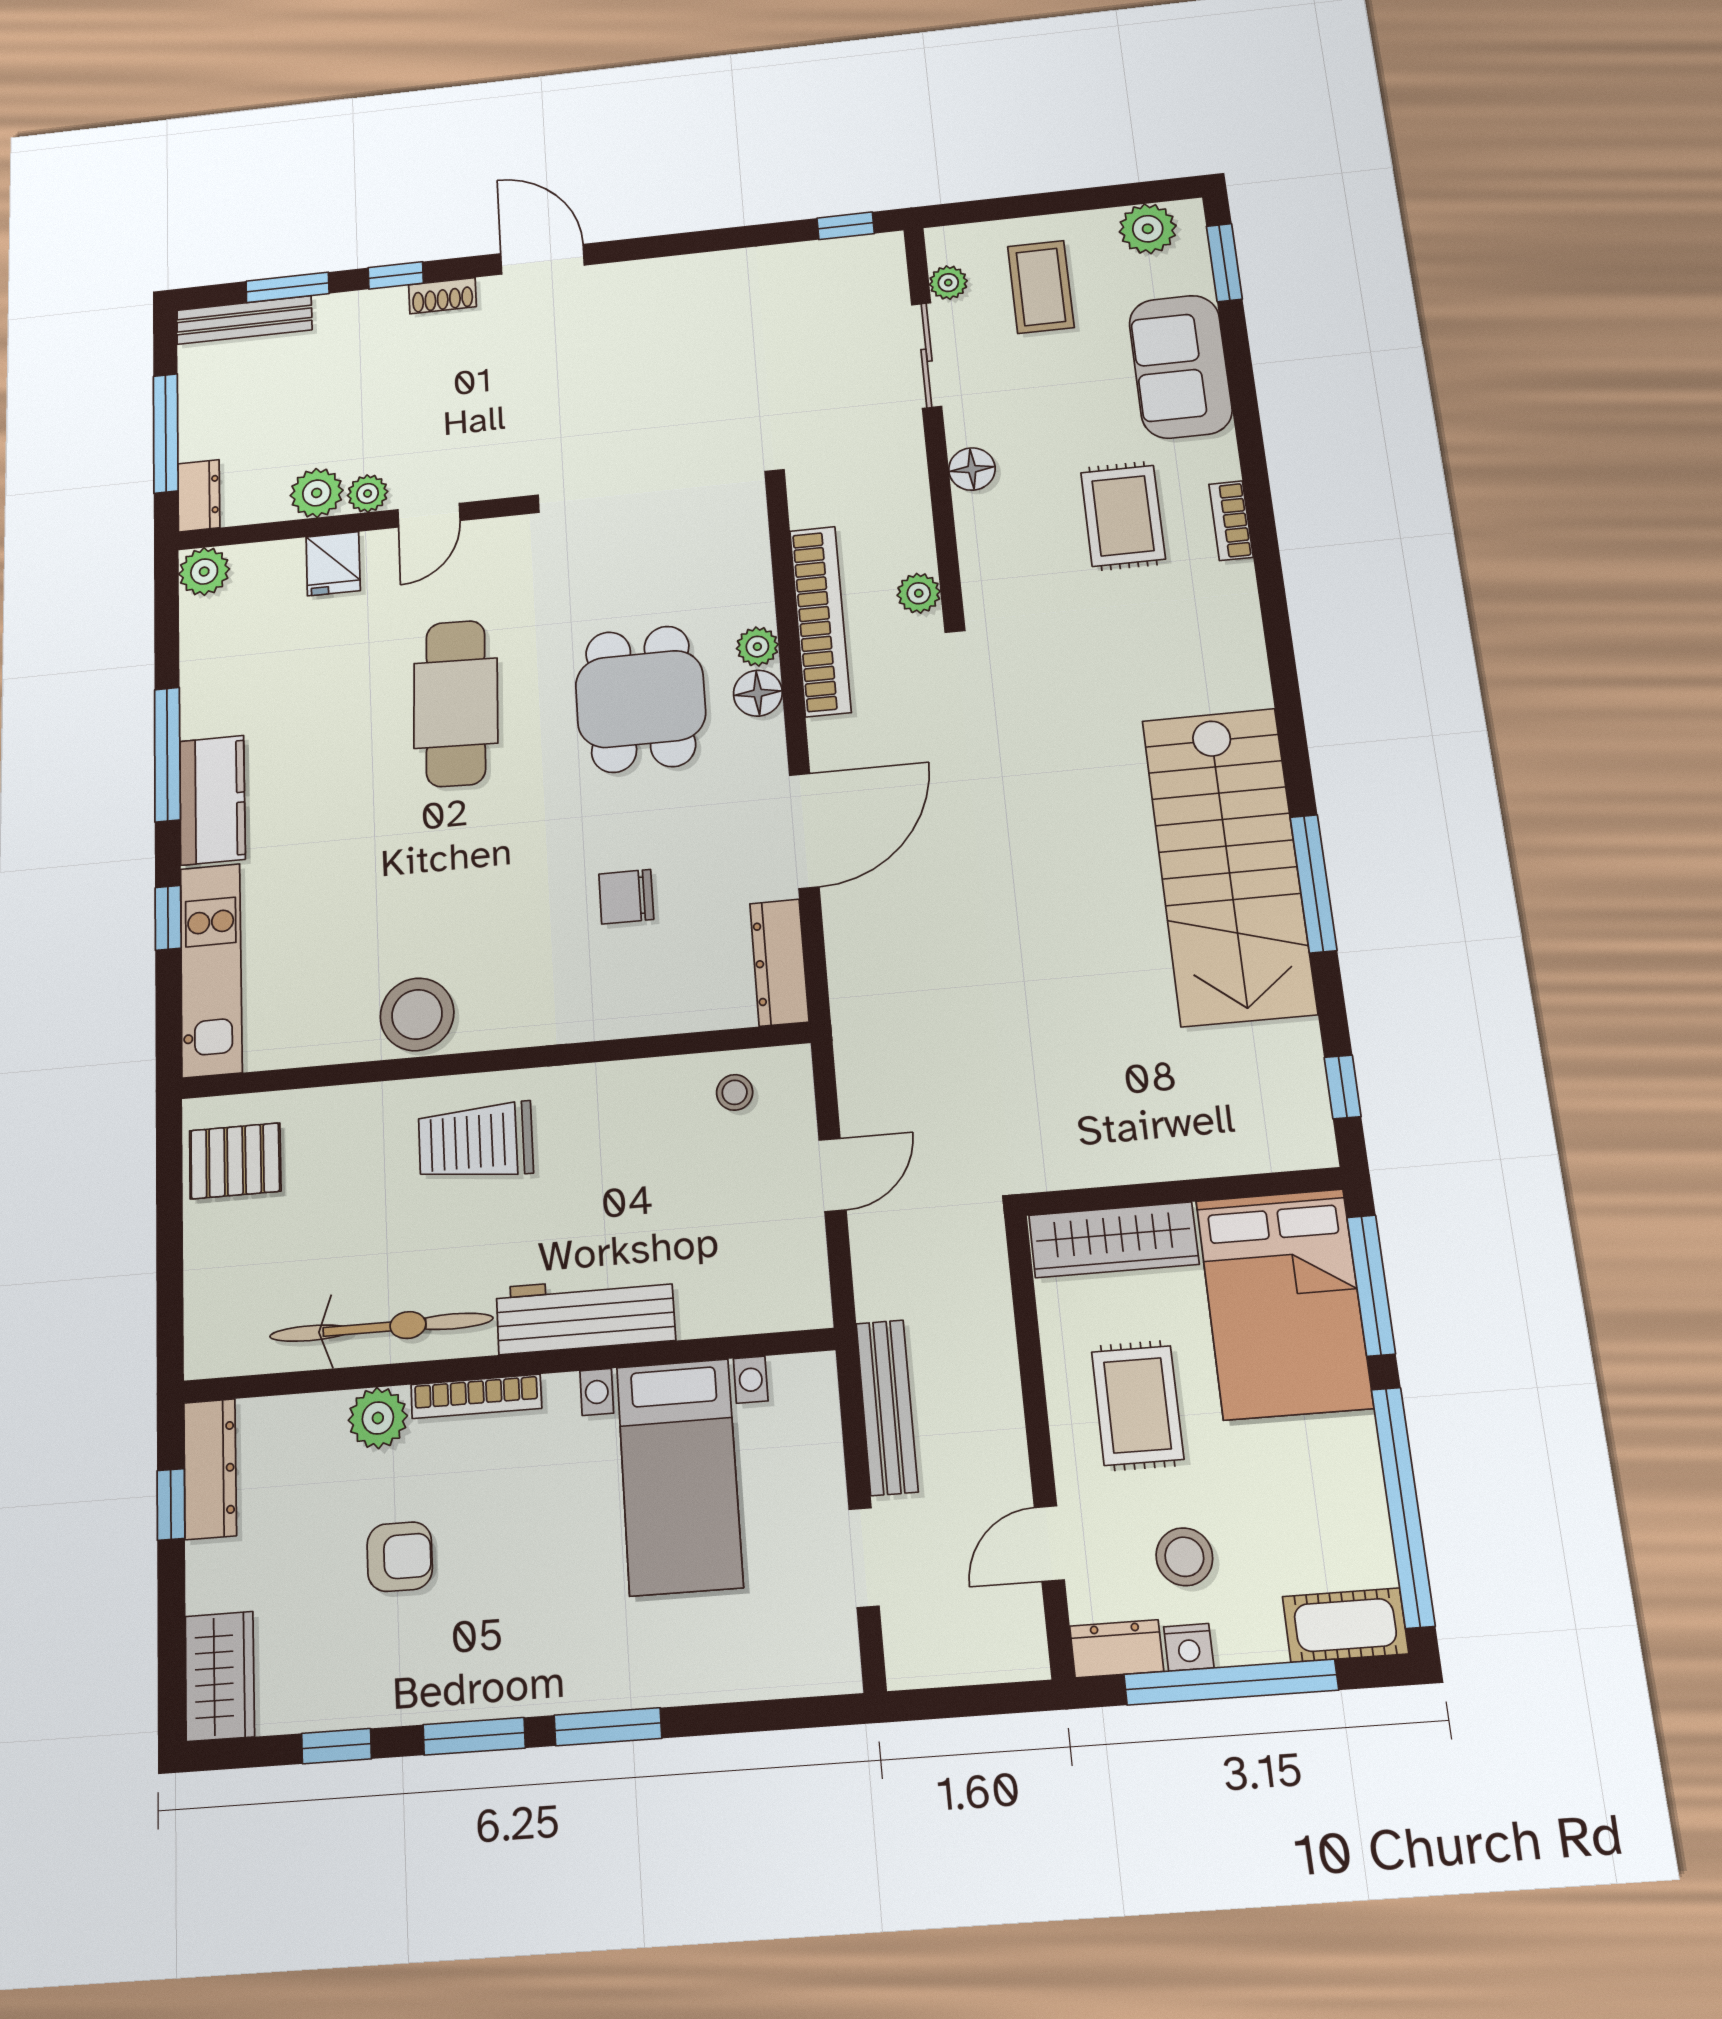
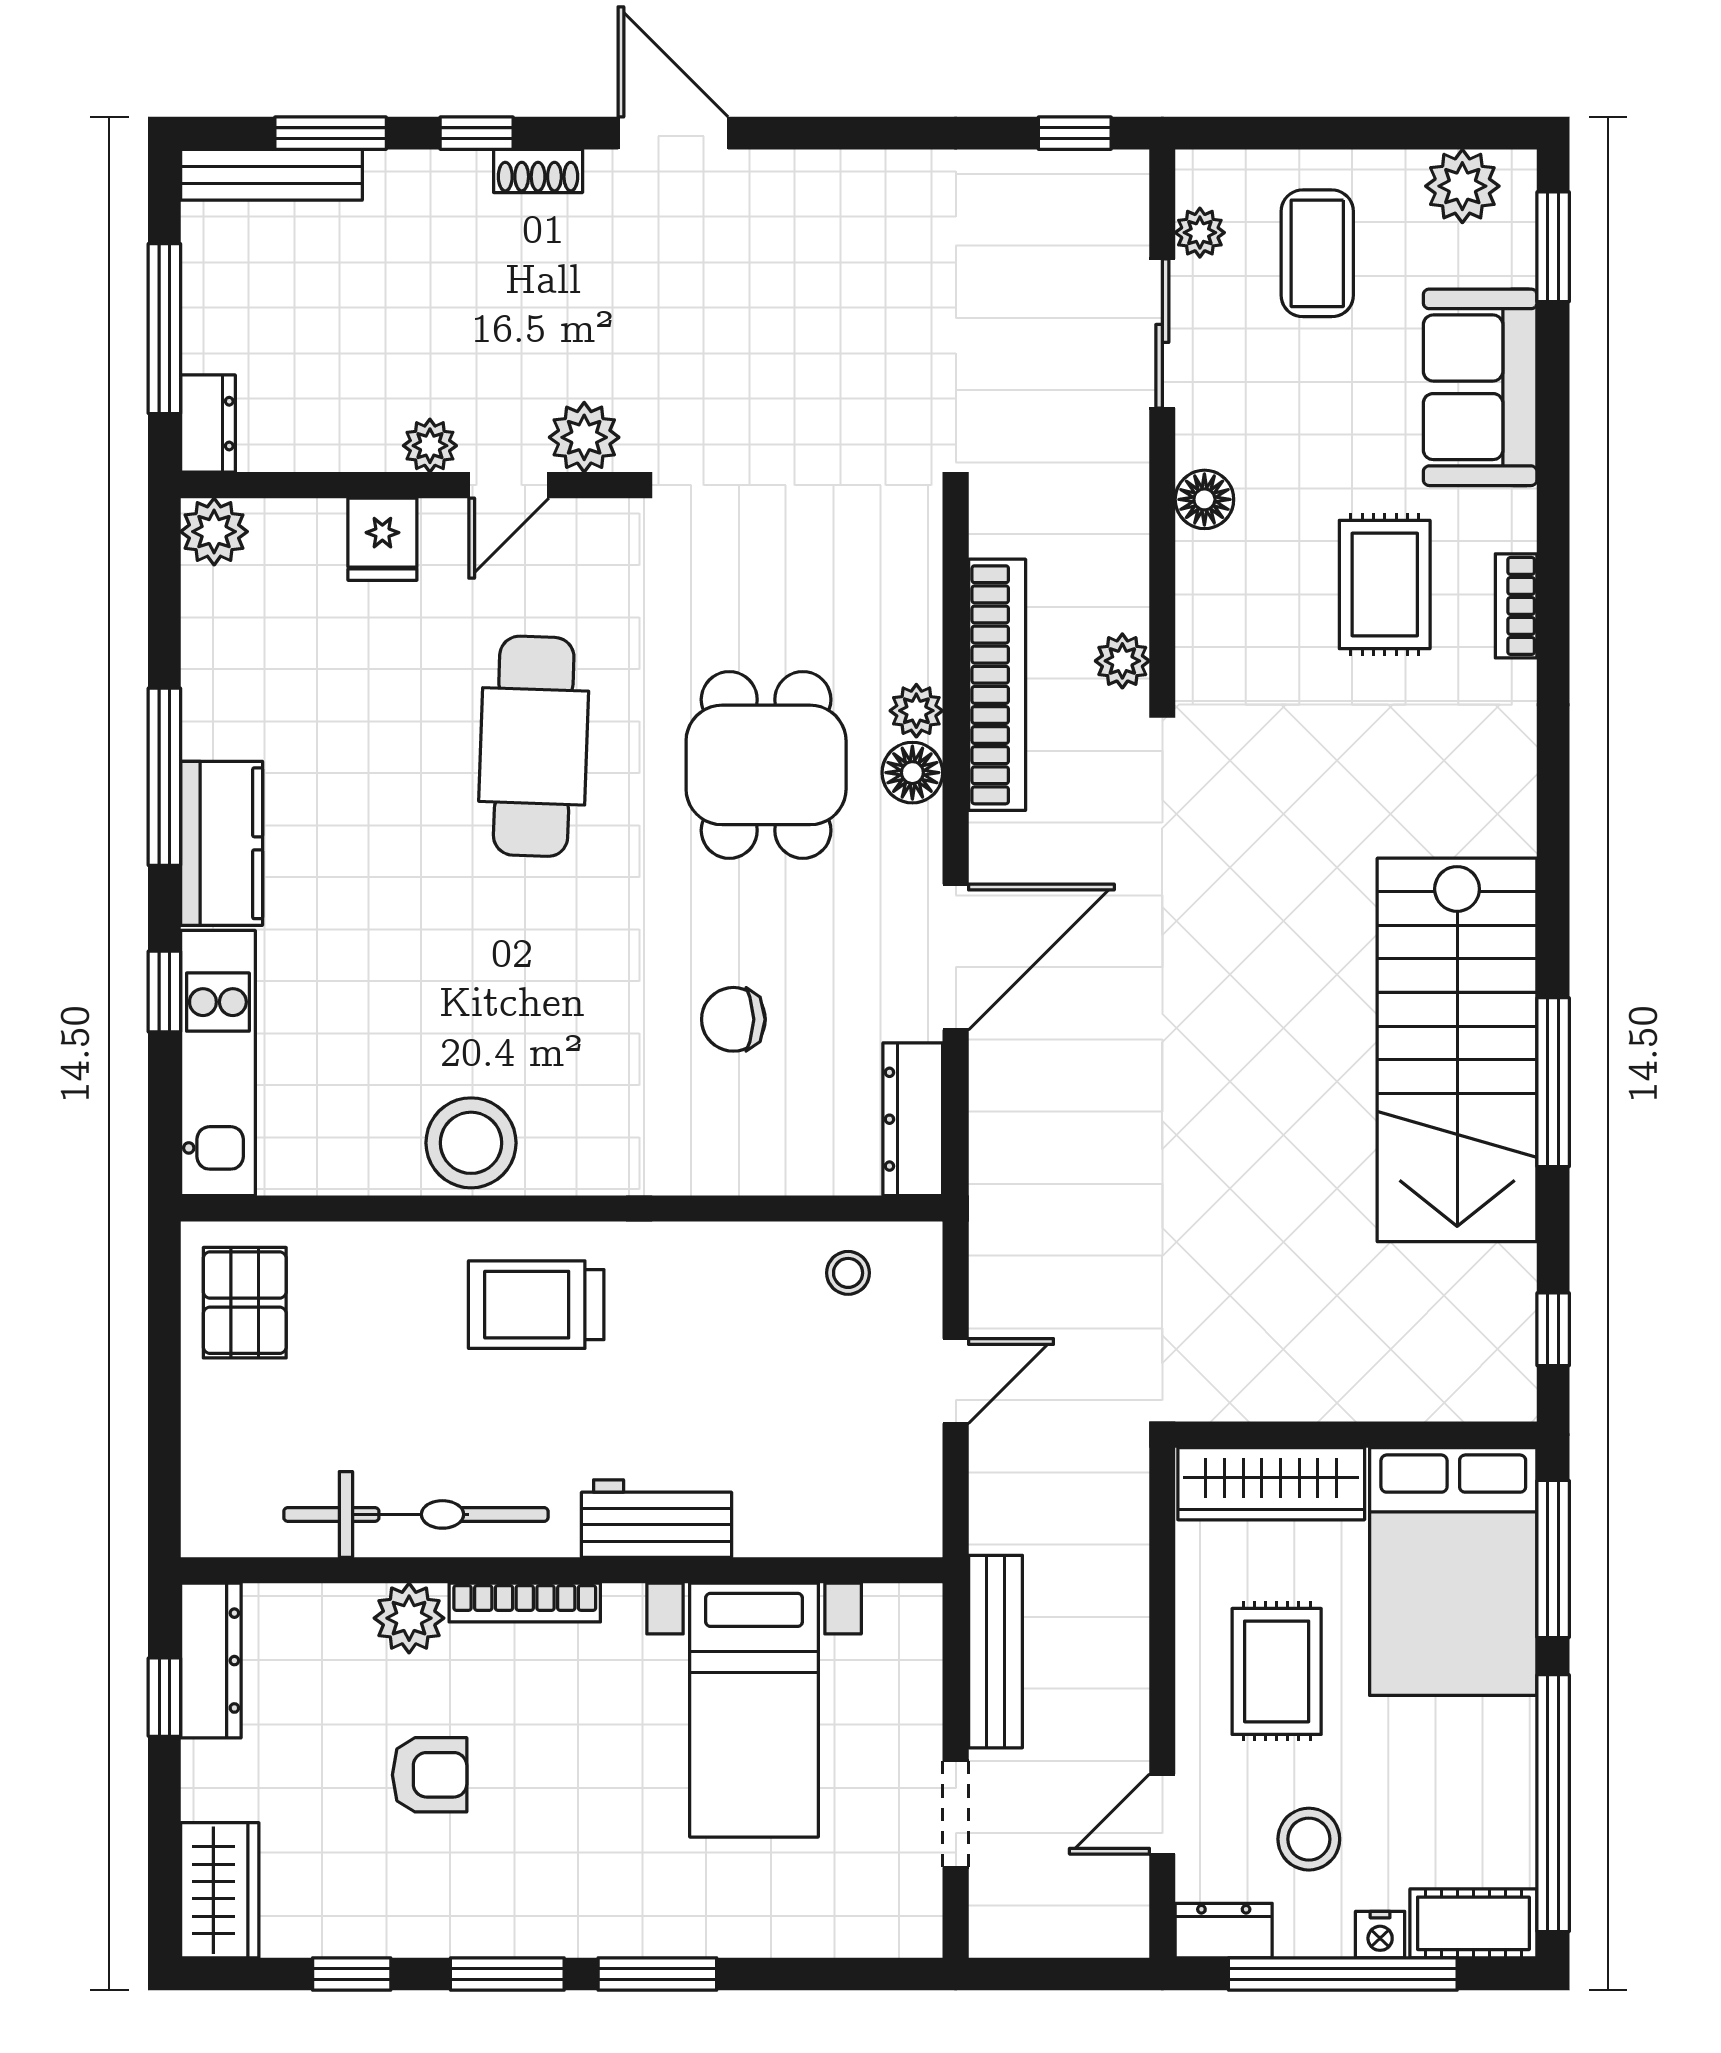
plant: (317, 493) -> (584, 437), moved
pallet: (235, 1161) -> (245, 1303), turned 90
workbench: (585, 1314) -> (657, 1519), width x0.73
nightstand: (1189, 1647) -> (1380, 1935), moved

